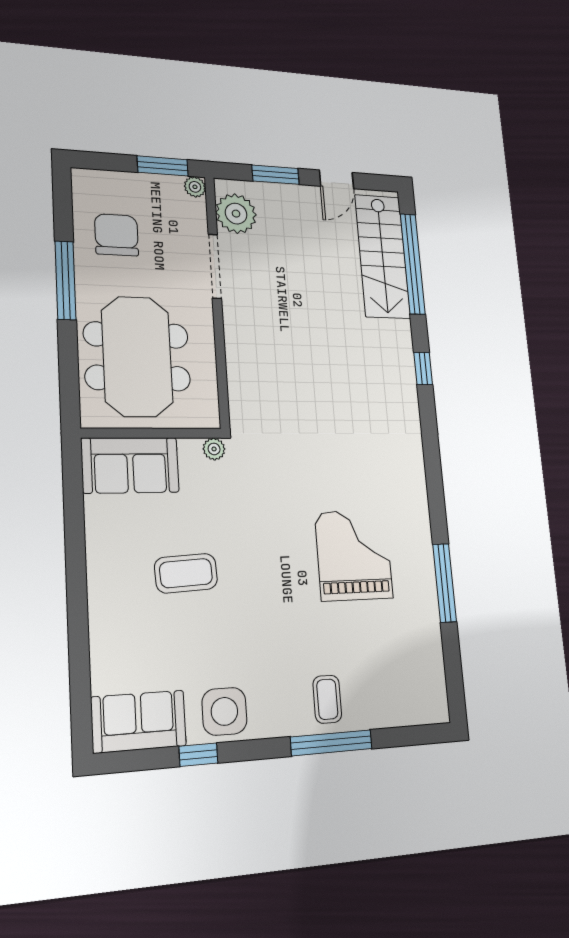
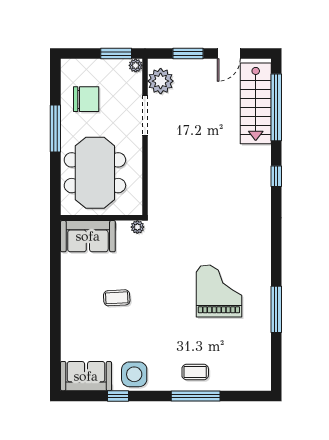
chair: (116, 235) -> (86, 99), turned 90
coffee table: (186, 573) -> (117, 298), width x0.73, depth x0.77
coffee table: (327, 699) -> (195, 372), turned 90

